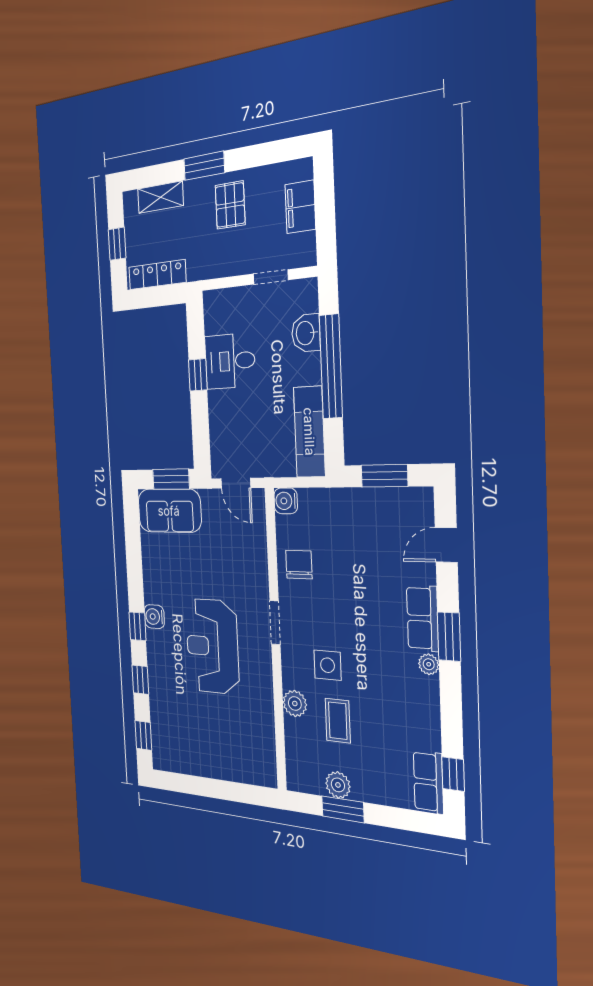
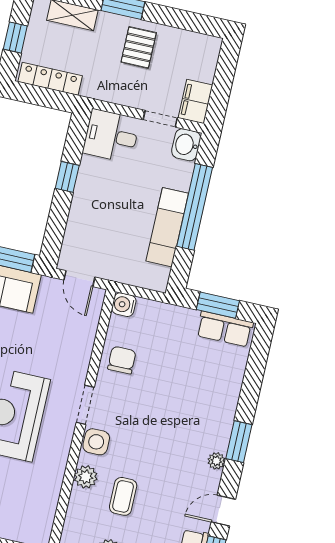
filing cabinet: (300, 207) -> (195, 102), moved
washbasin: (306, 333) -> (186, 145), moved
desk: (230, 361) -> (111, 136), moved
exam couch: (309, 432) -> (167, 227), moved
door: (446, 545) -> (223, 511), moved
row of seats: (422, 618) -> (225, 329), moved, turned -90
side table: (328, 665) -> (96, 442), moved

